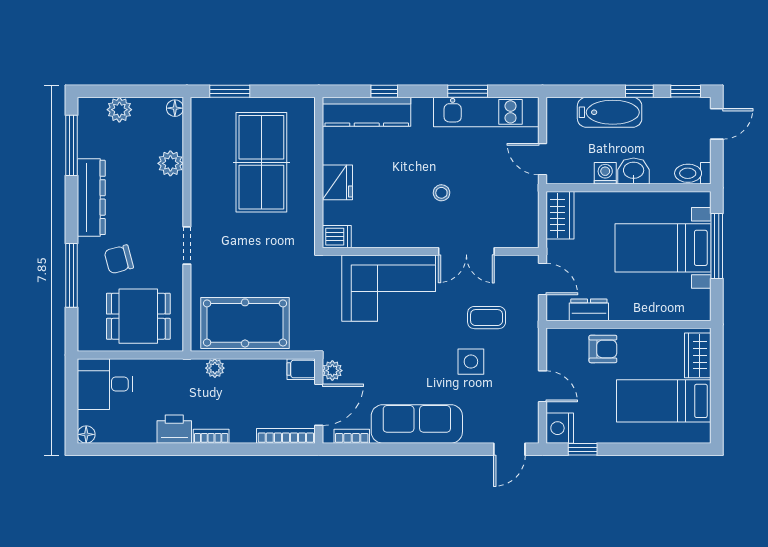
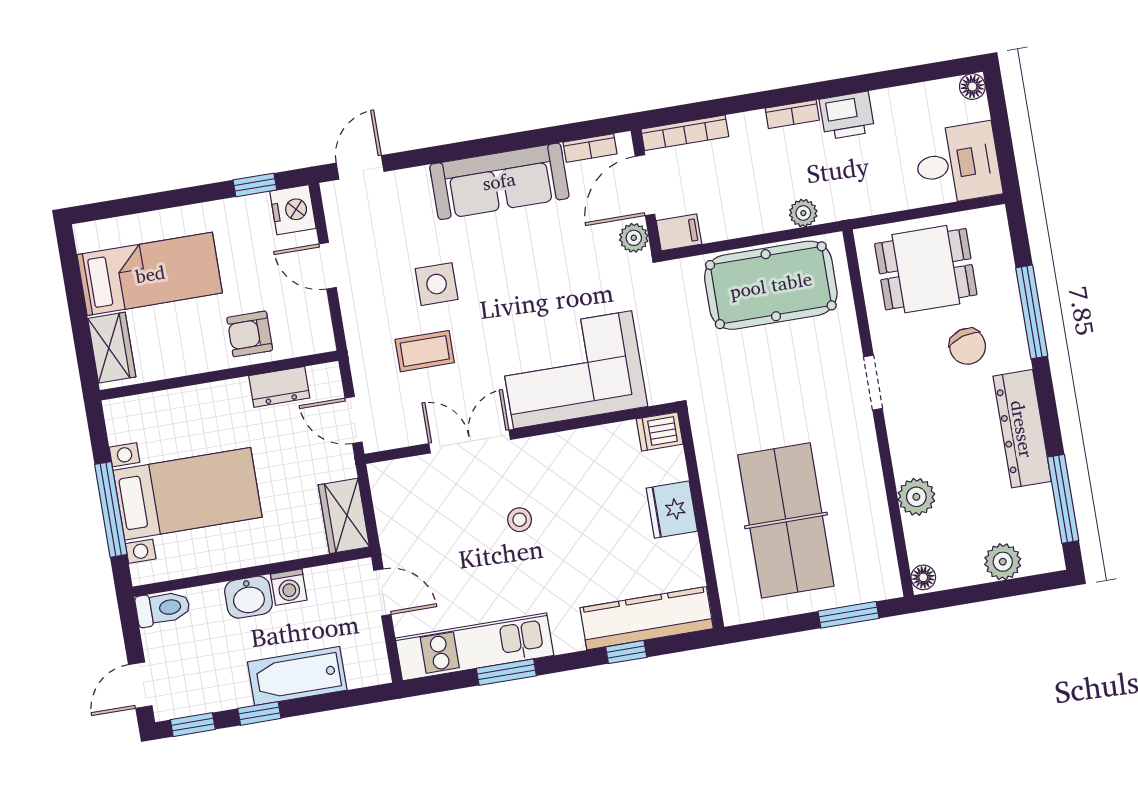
chair: (119, 259) -> (968, 346), turned 89

